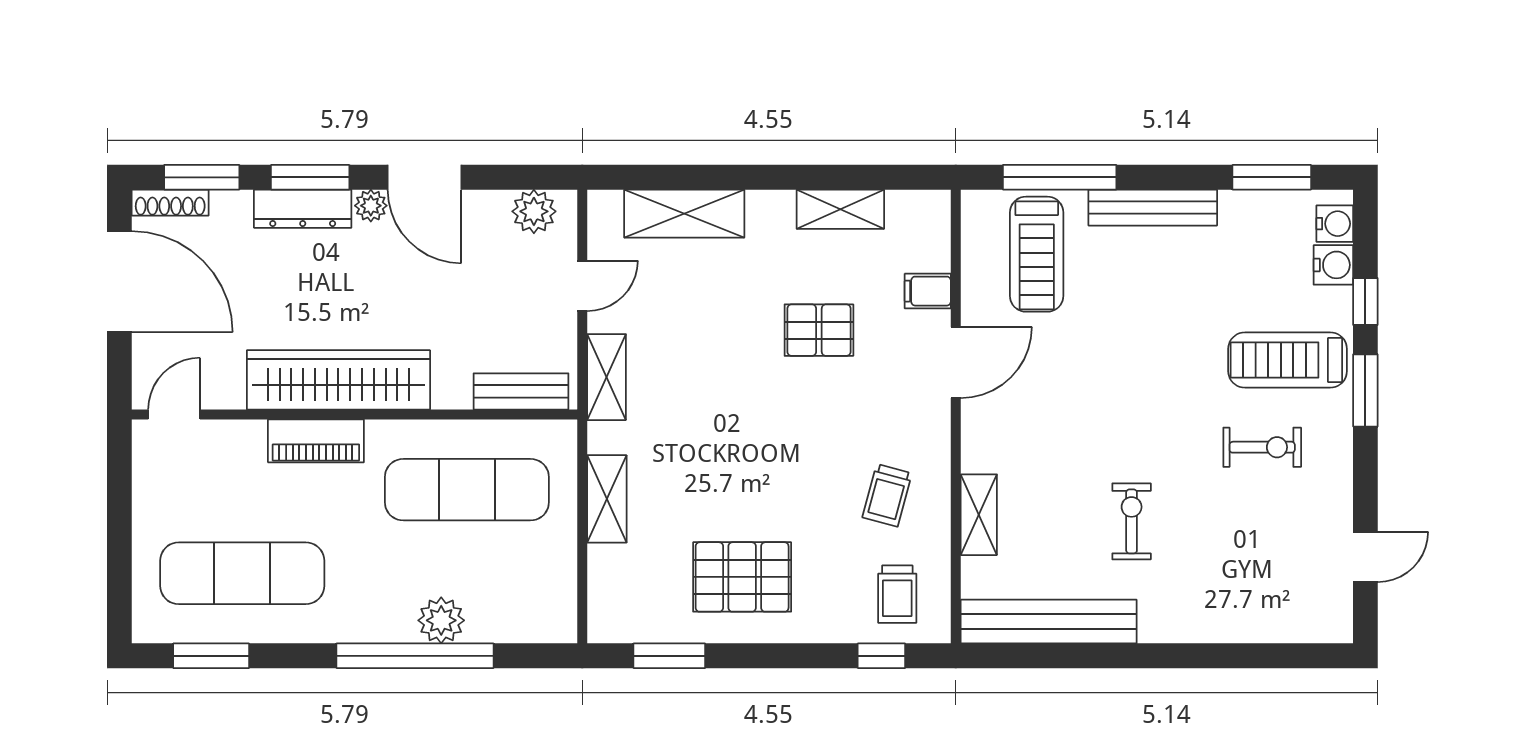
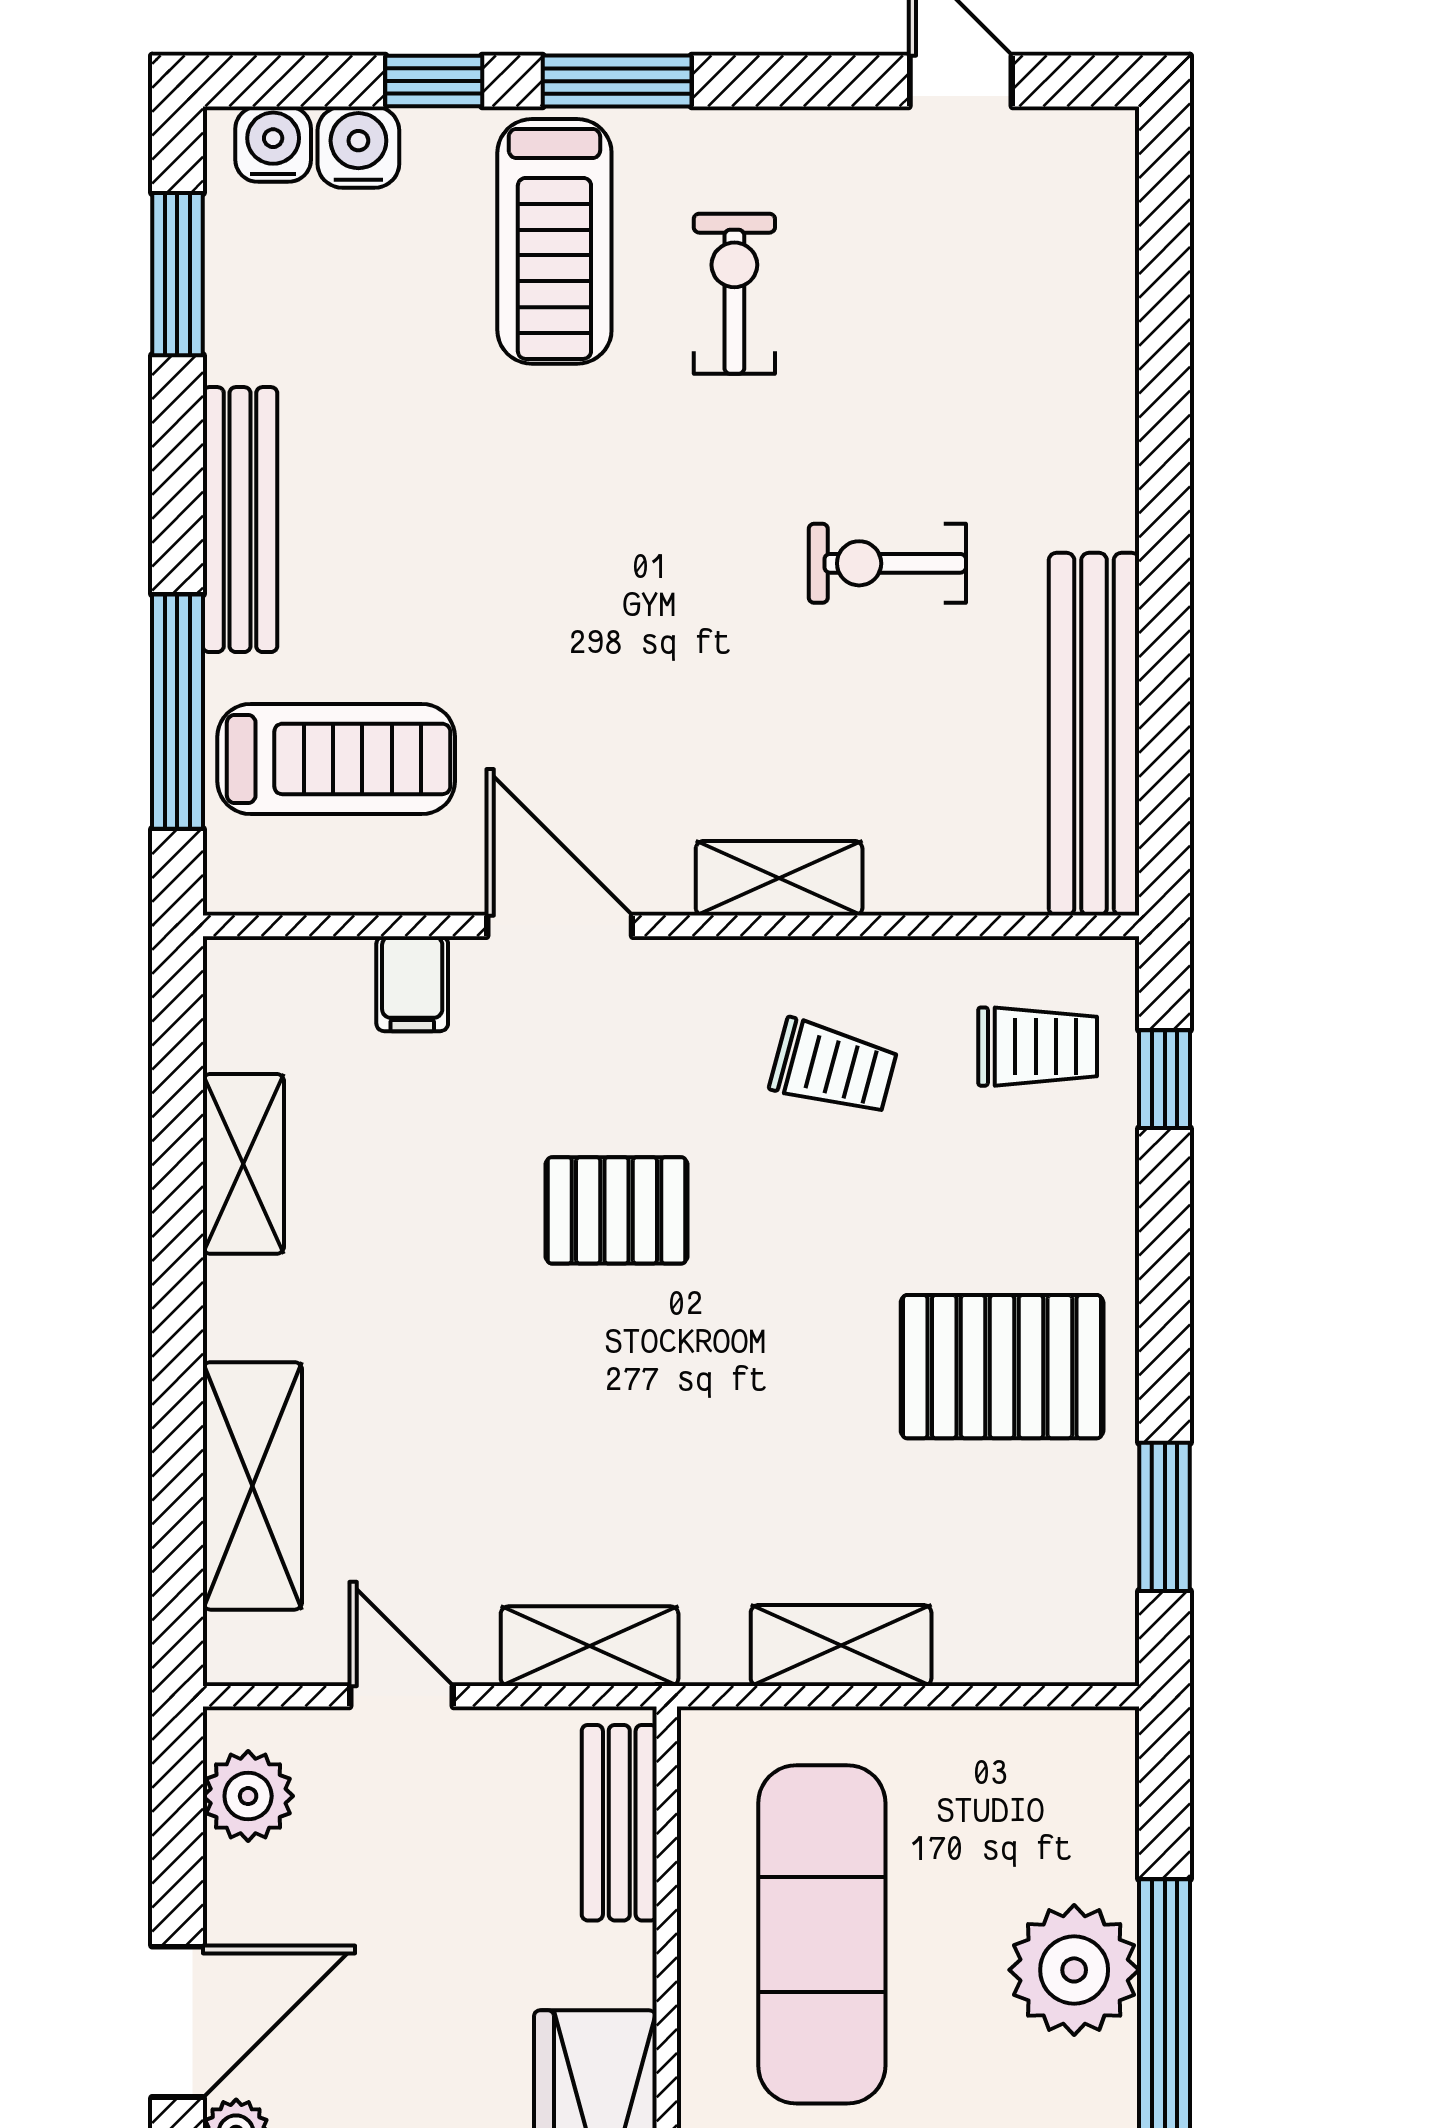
pallet: (819, 330) -> (617, 1210), moved, turned 90
shelving: (979, 515) -> (779, 878), moved
pallet: (742, 577) -> (1002, 1367), turned 90
plant: (441, 620) -> (1074, 1970), width x1.36, depth x1.36

